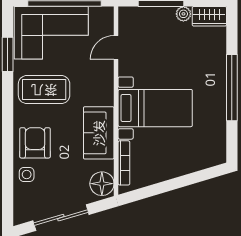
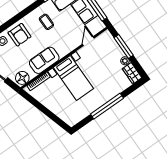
door: (116, 48) -> (88, 41), hinge flipped
coffee table: (44, 90) -> (46, 22), width x0.54, depth x0.58
armchair: (35, 143) -> (19, 35), turned 90

